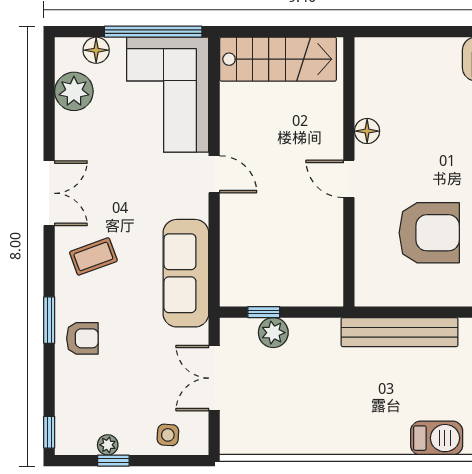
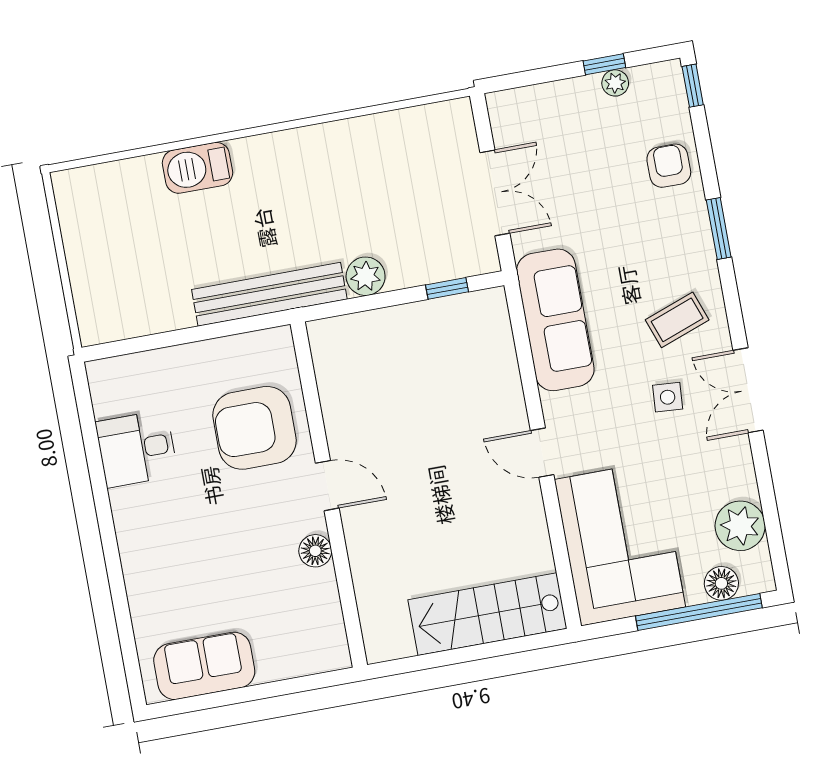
window: (153, 32) -> (699, 612), moved
floor lamp: (367, 131) -> (315, 551), moved
wall: (349, 172) -> (329, 495), moved
door: (349, 179) -> (327, 486), moved
plant: (273, 333) -> (366, 276), moved
armchair: (82, 338) -> (669, 166), moved, turned 90
side table: (168, 435) -> (668, 397), moved

